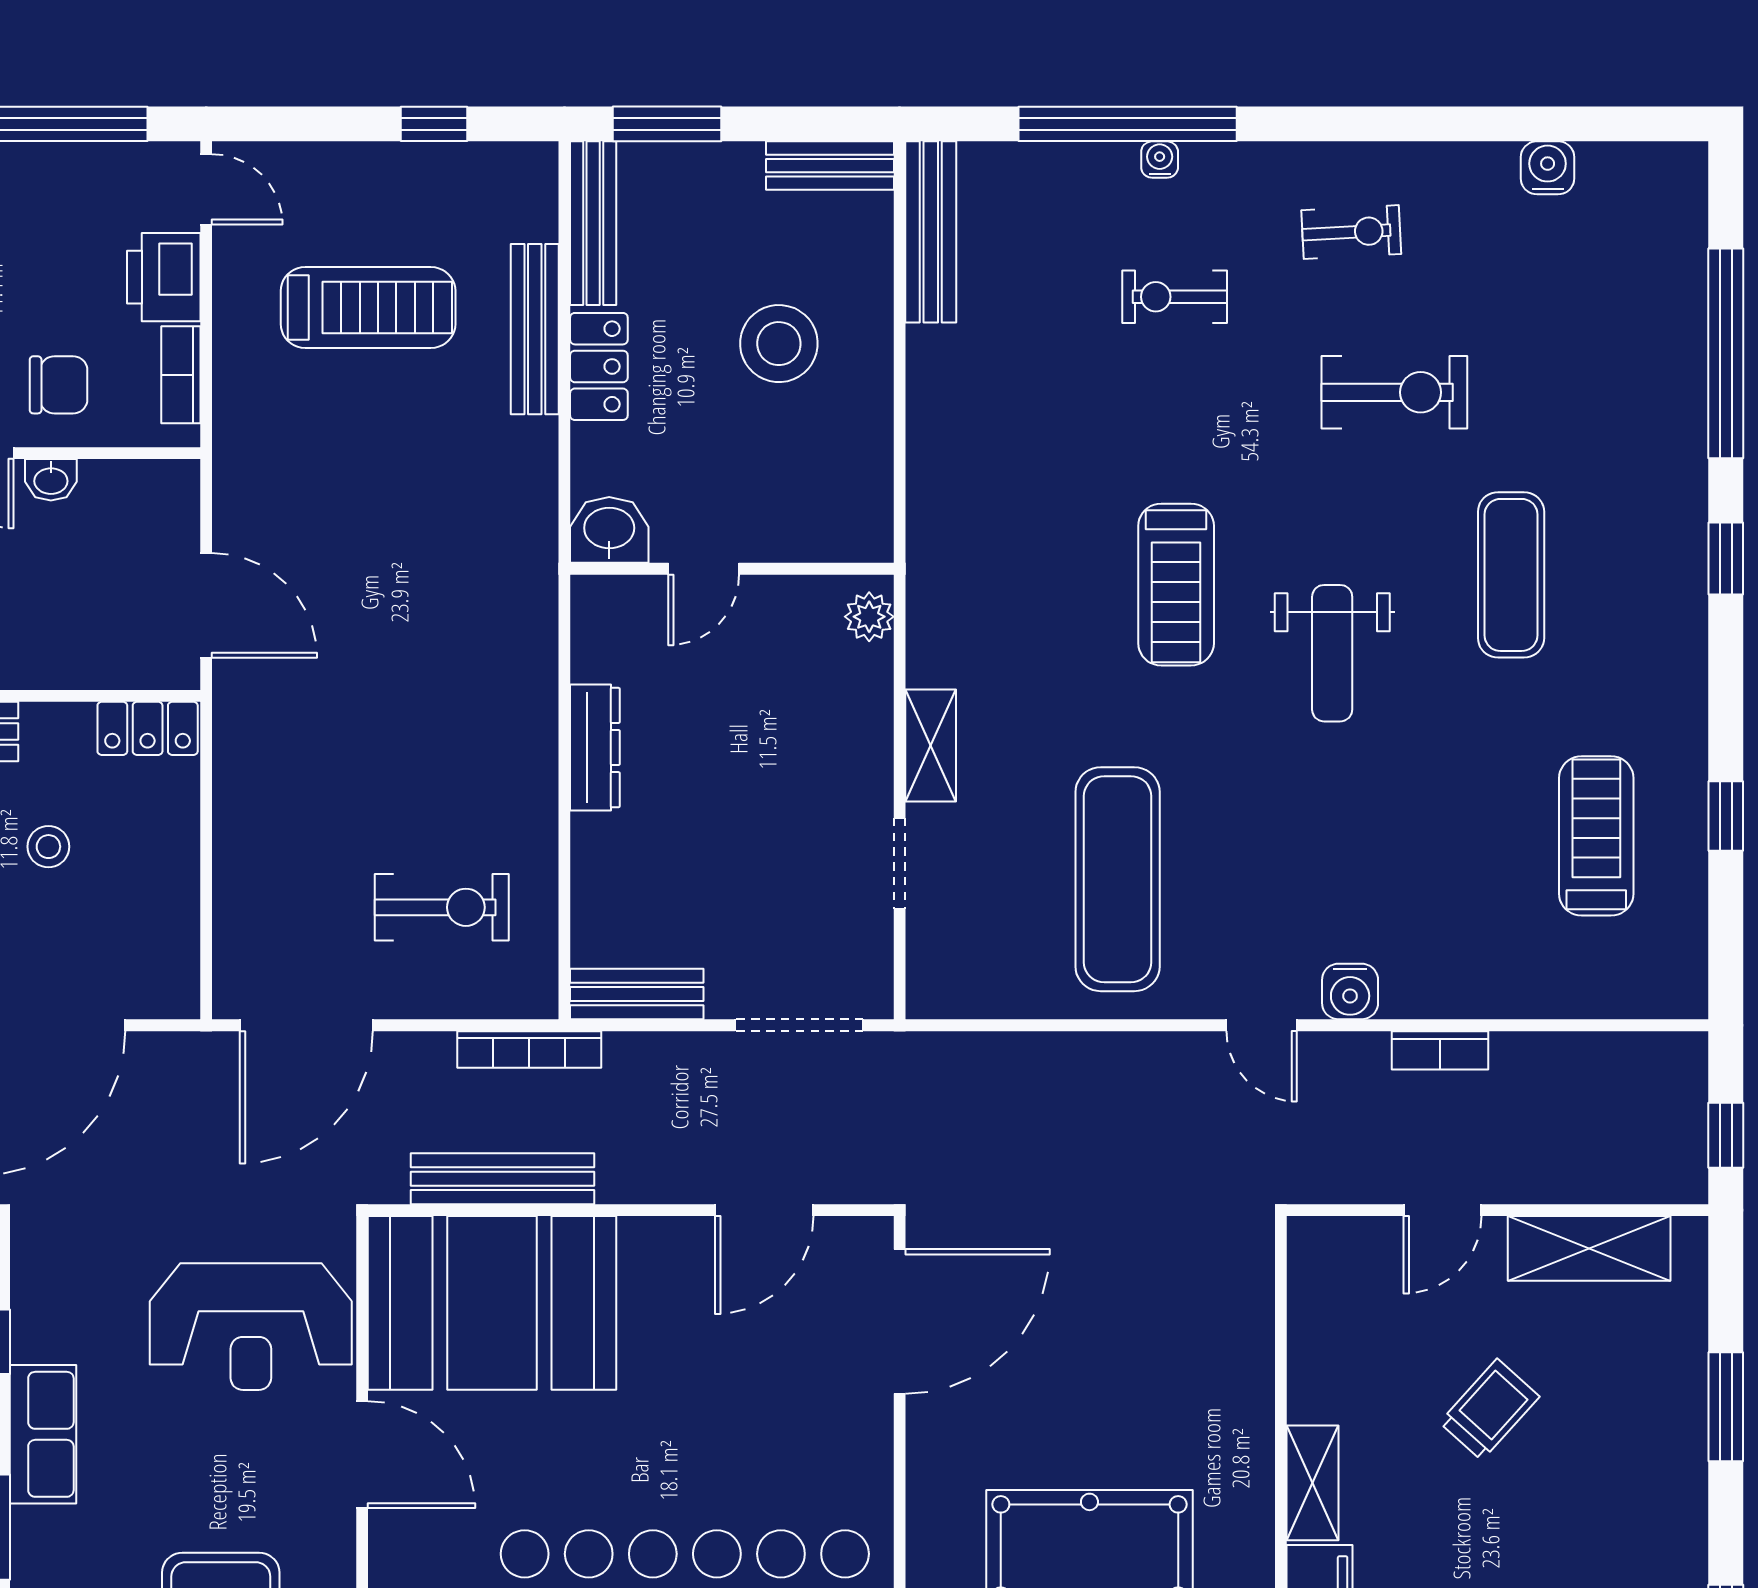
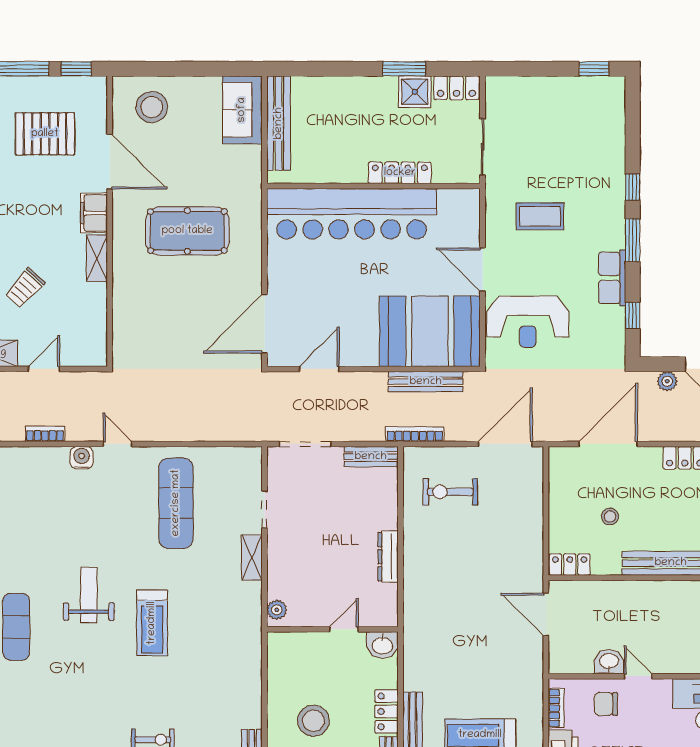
exercise bike: (1394, 392) -> (64, 701), removed
washbasin: (51, 480) -> (609, 662), width x1.38, depth x1.45
treadmill: (1176, 585) -> (152, 623), turned 180
reception desk: (251, 1327) -> (528, 322), turned 180

